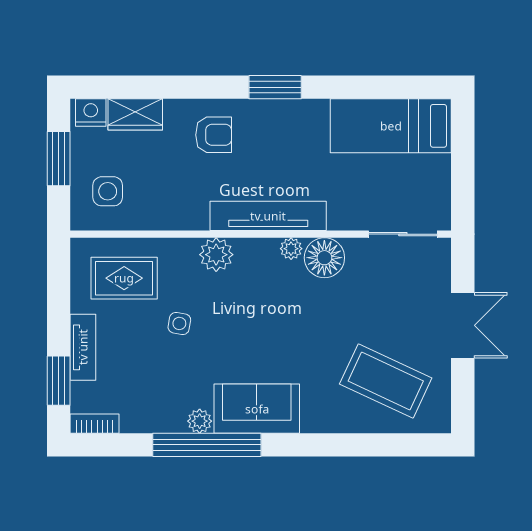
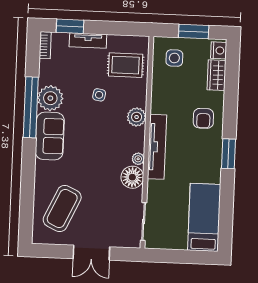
rug: (124, 278) -> (126, 65), turned 90
plant: (200, 421) -> (50, 98), width x1.88, depth x1.88

